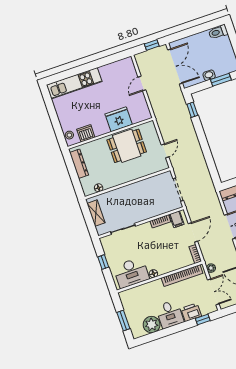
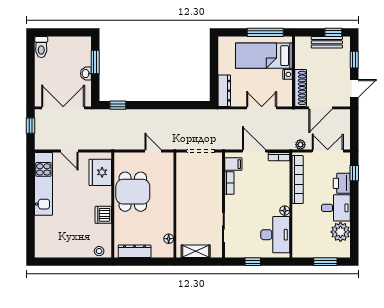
kitchen unit: (74, 83) -> (43, 184), moved
fridge: (119, 119) -> (100, 172), moved
dishwasher: (86, 133) -> (103, 215), moved

